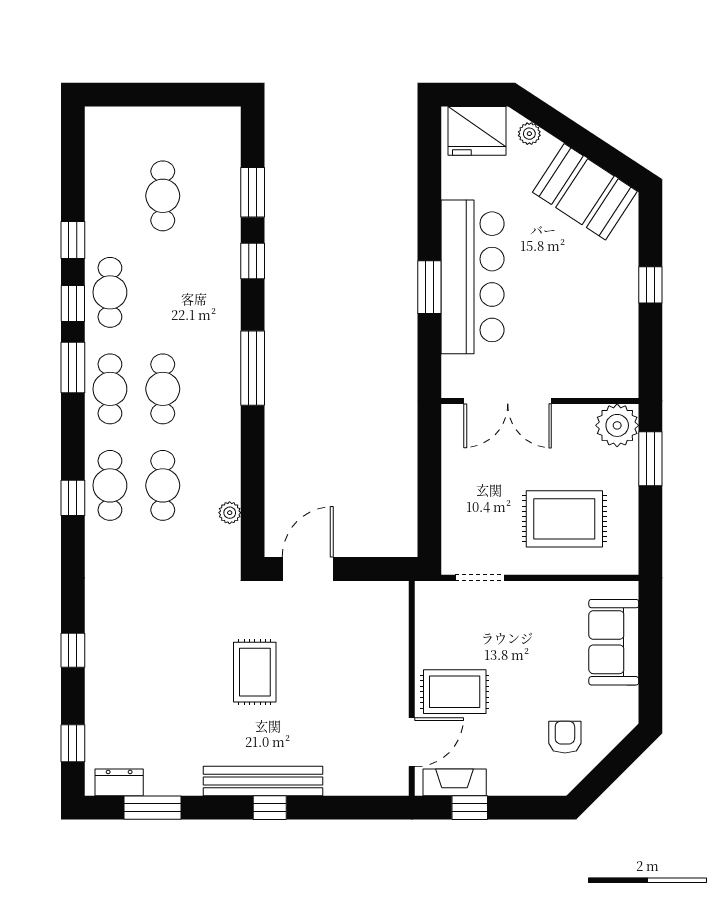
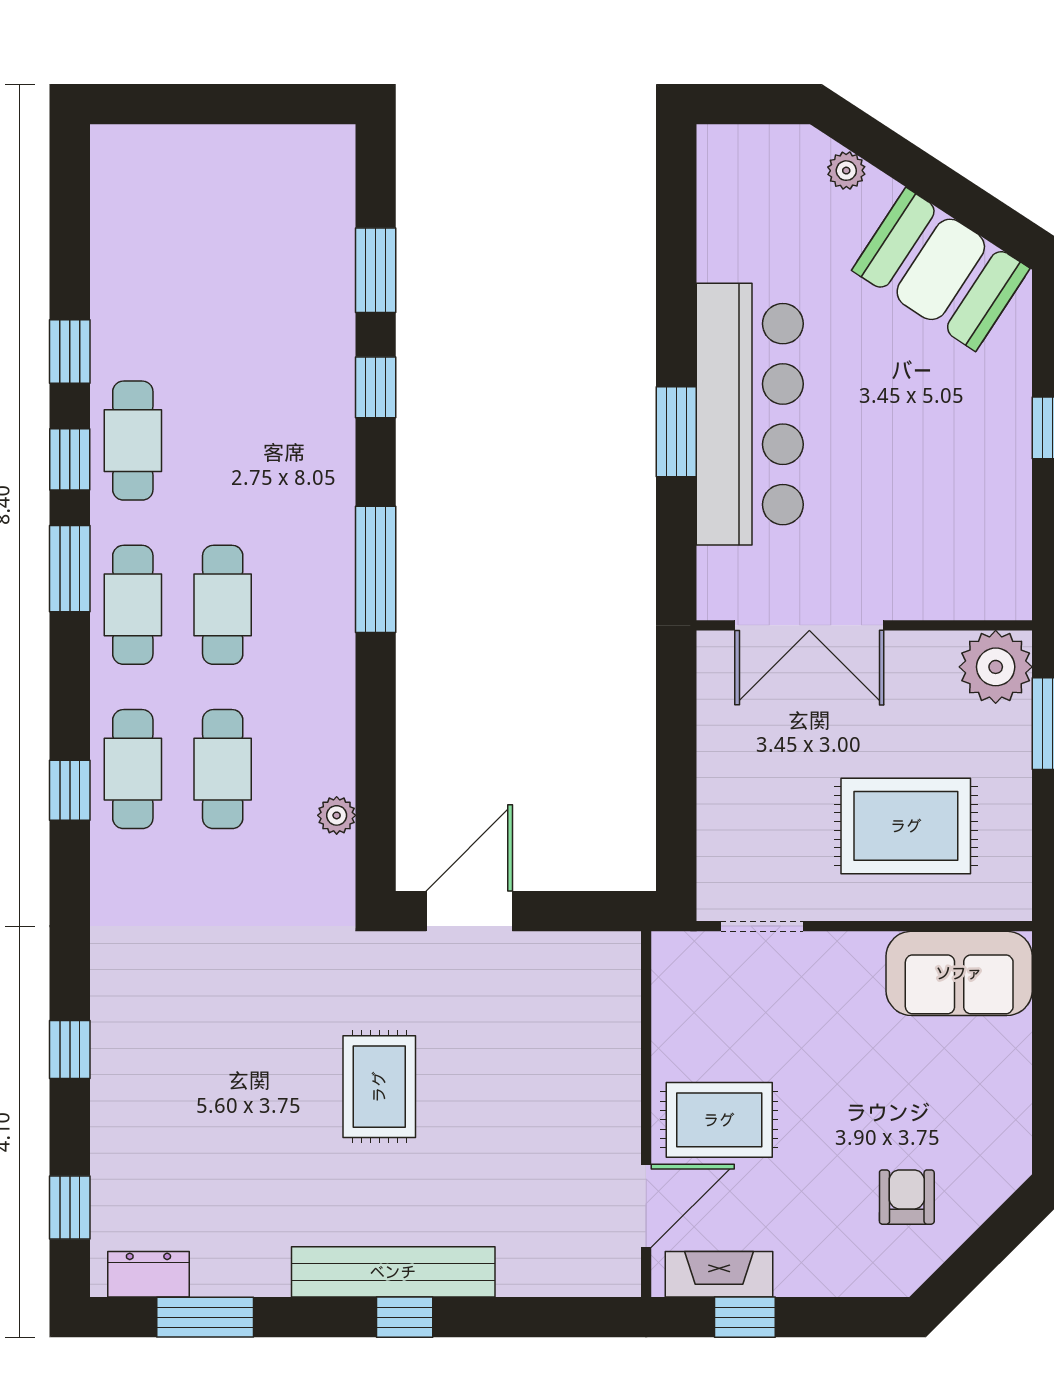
fridge: (477, 131) -> (757, 166), removed
cafe table: (163, 196) -> (223, 276), removed
sofa: (614, 642) -> (959, 973), moved, turned -90

